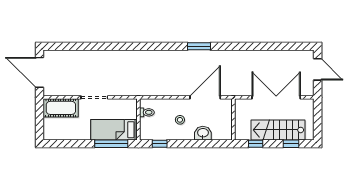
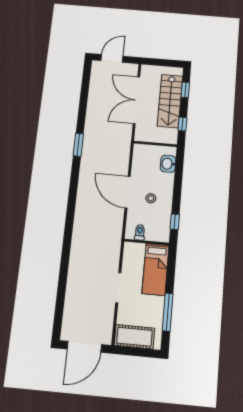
window: (199, 46) -> (78, 145), moved
door: (205, 97) -> (128, 192), moved
cot: (61, 108) -> (134, 337), moved, turned 90
washbasin: (203, 133) -> (168, 164), moved
window: (111, 144) -> (168, 312), moved

